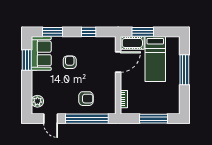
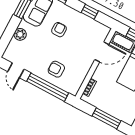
armchair: (86, 99) -> (56, 69), turned 180
plant: (37, 101) -> (20, 34), moved

